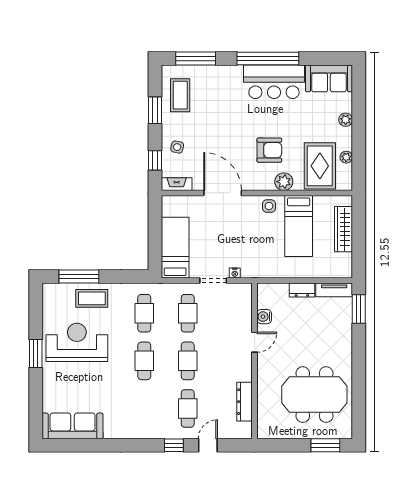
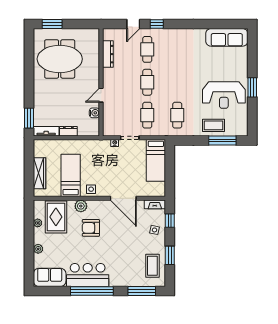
cafe table: (144, 361) -> (177, 82), removed

